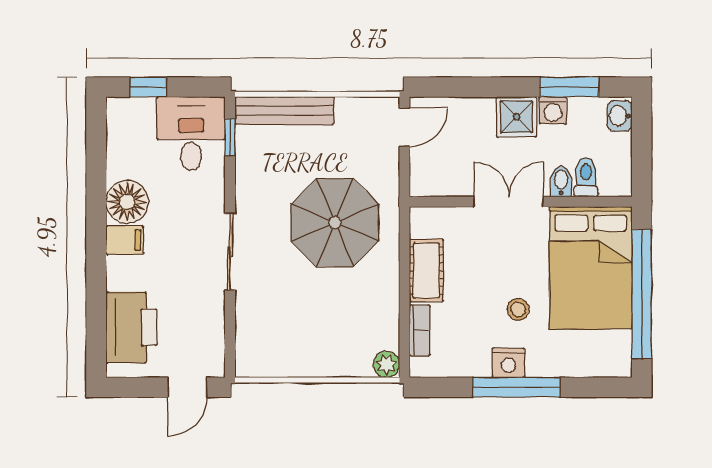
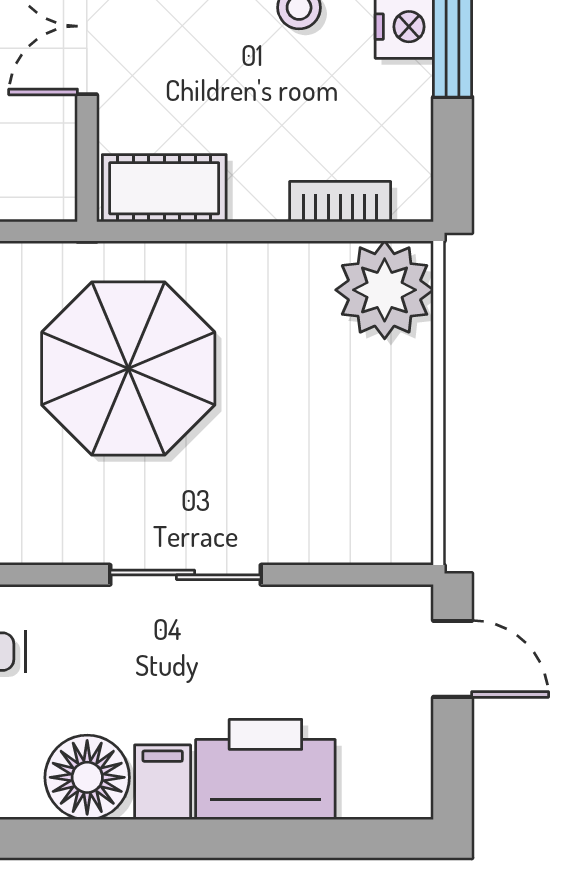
cot: (426, 271) -> (164, 188), moved
printer: (131, 327) -> (265, 769), moved
plant: (386, 364) -> (385, 290), width x1.88, depth x1.88

